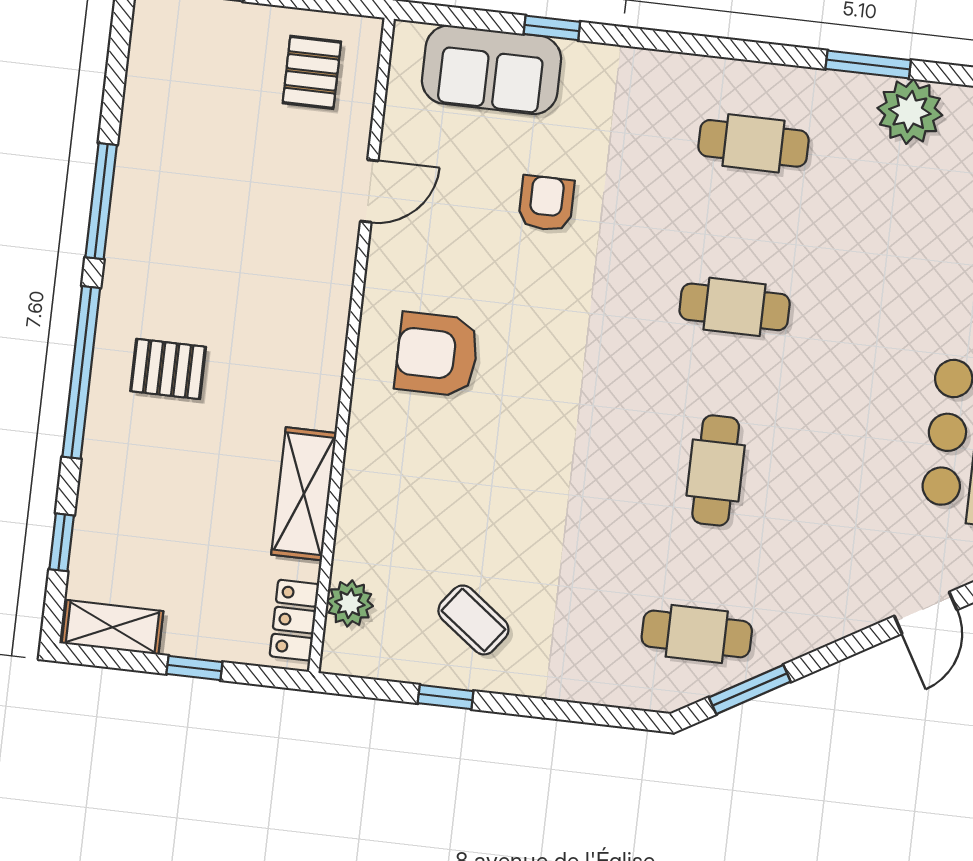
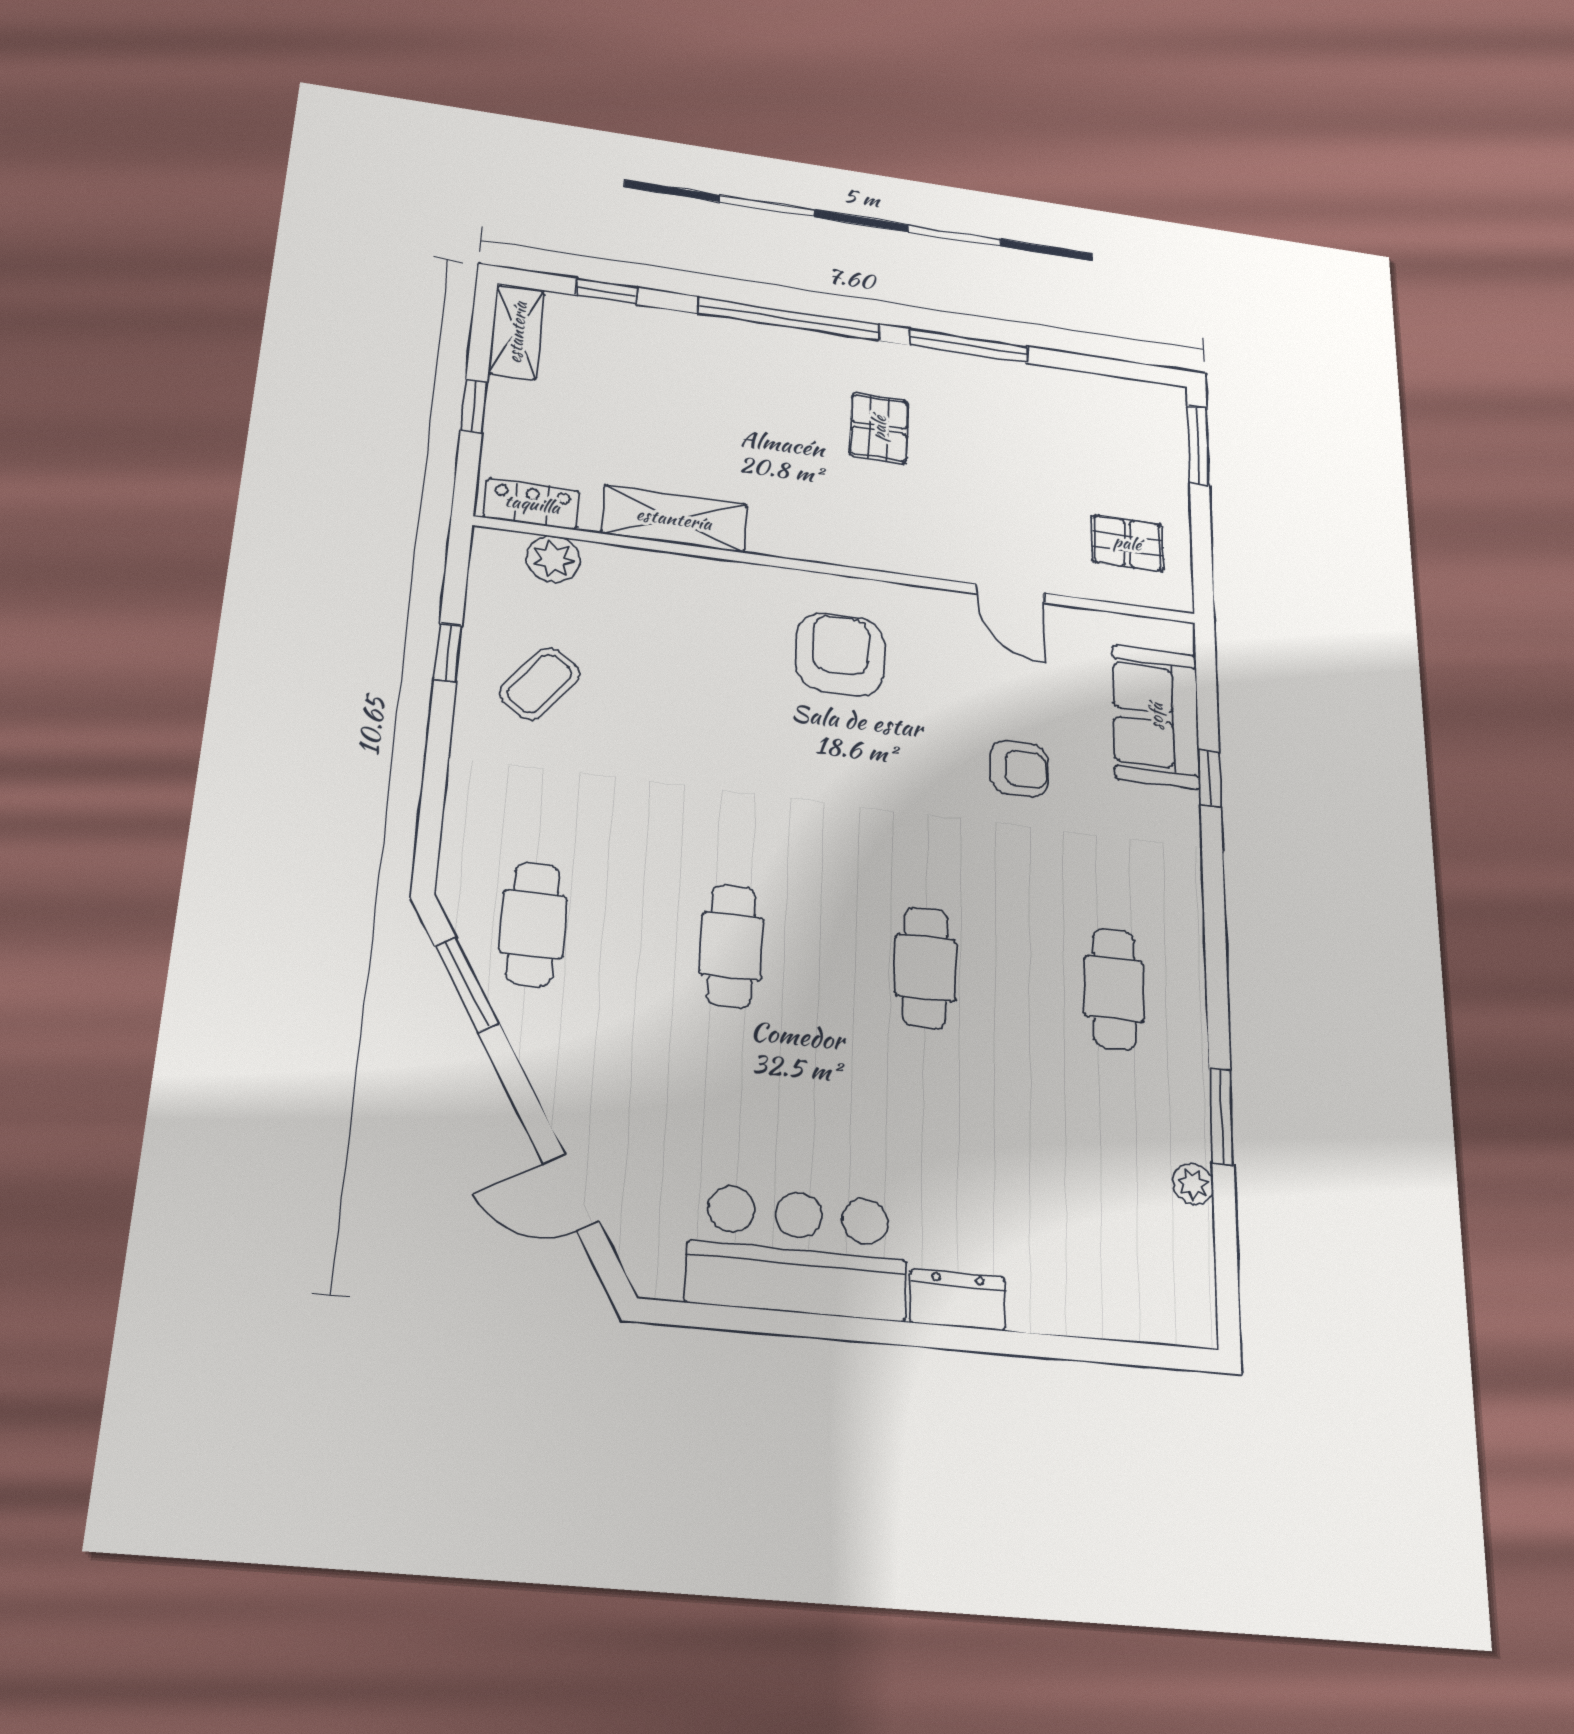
plant: (910, 112) -> (1193, 1184), width x0.53, depth x0.53
pallet: (168, 369) -> (879, 428), moved
cafe table: (716, 470) -> (732, 946), turned 90

